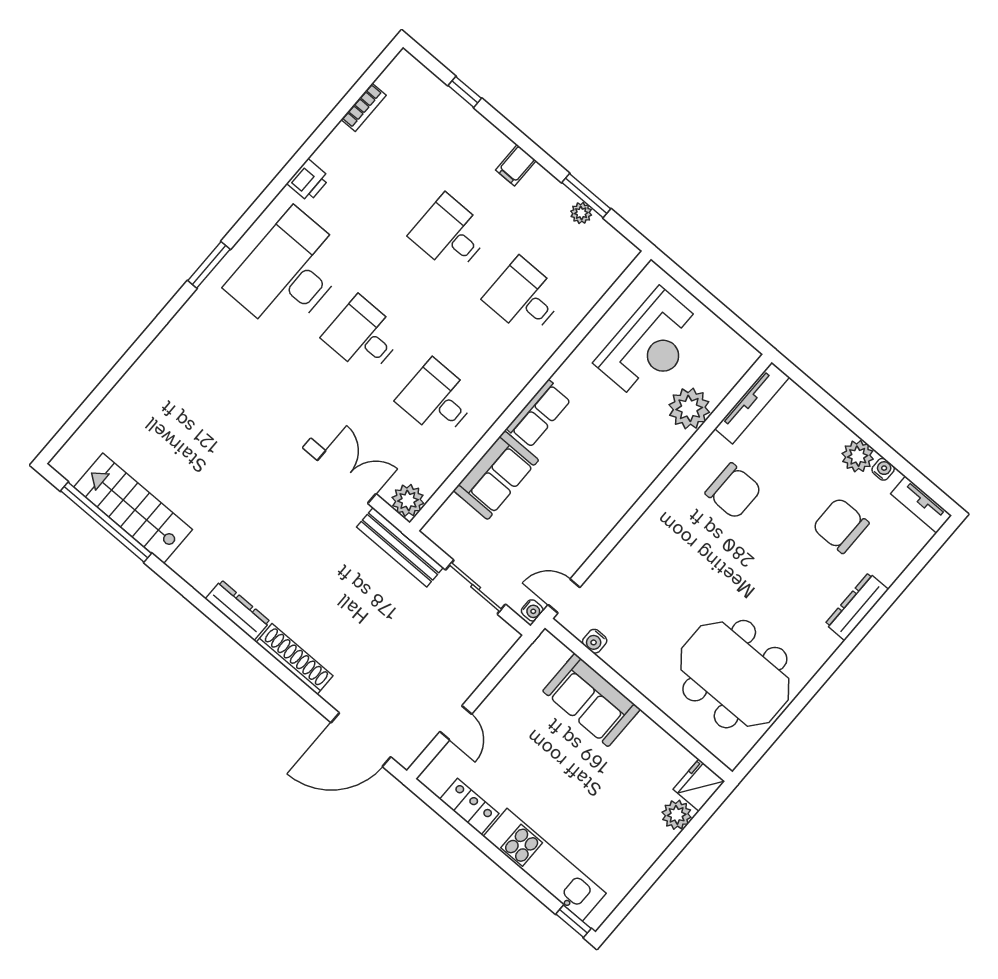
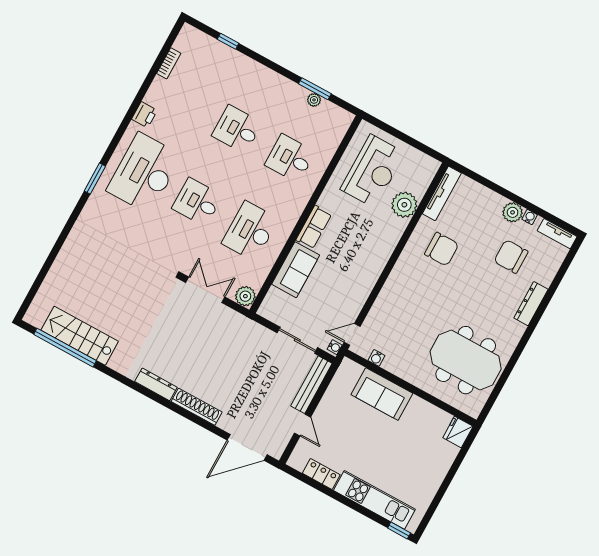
filing cabinet: (516, 165) -> (268, 79), removed
desk: (437, 399) -> (250, 231), width x1.37
bench: (400, 547) -> (311, 385), moved, turned 90
plant: (677, 815) -> (448, 453), removed

